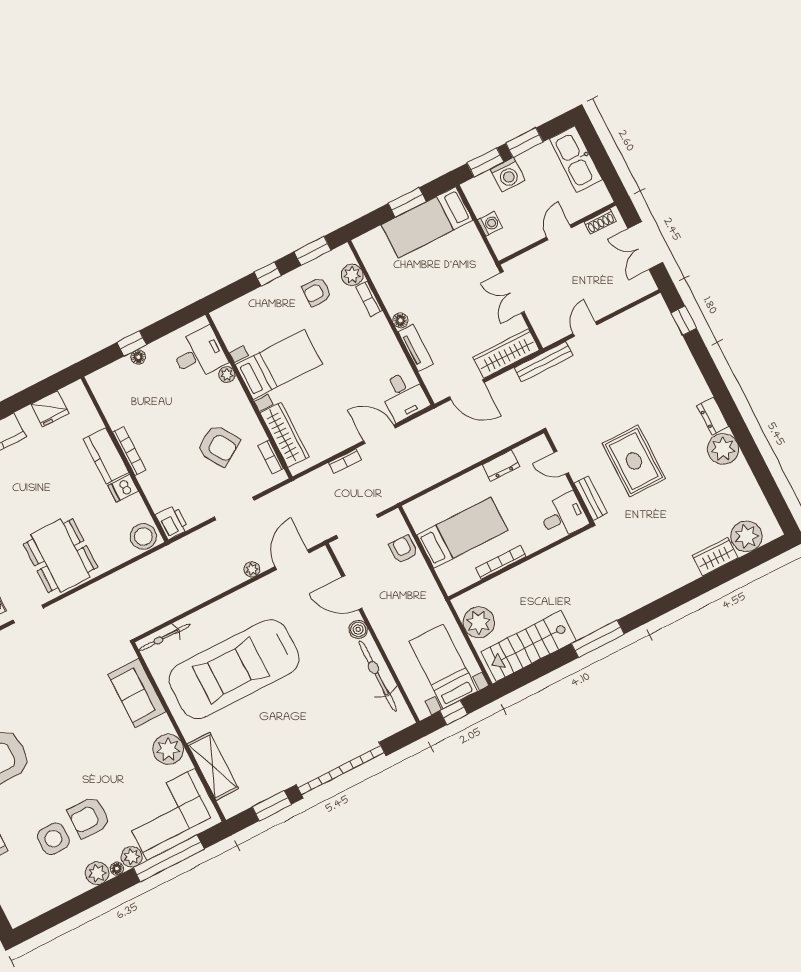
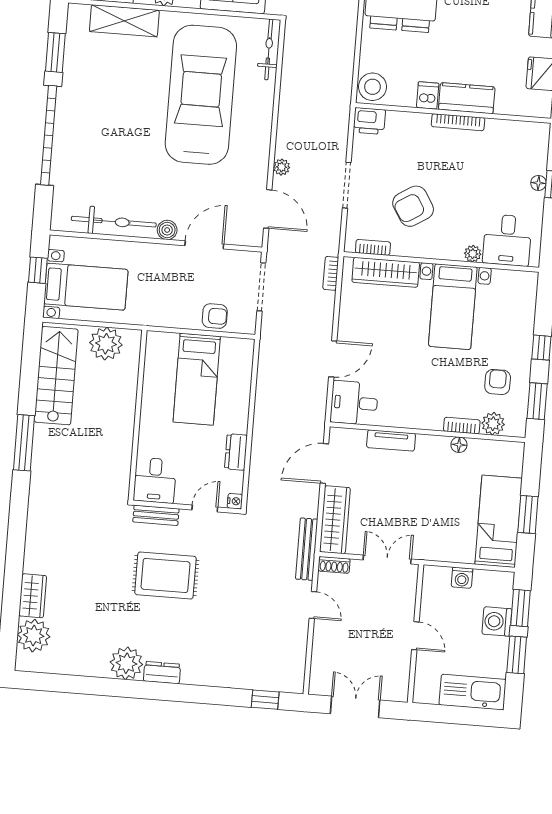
shoe rack: (600, 221) -> (334, 565), moved, turned -90
floor lamp: (400, 320) -> (459, 445), moved
nightstand: (541, 442) -> (235, 501), added
bookcase: (345, 461) -> (331, 273), moved
bookcase: (501, 562) -> (148, 398), removed

